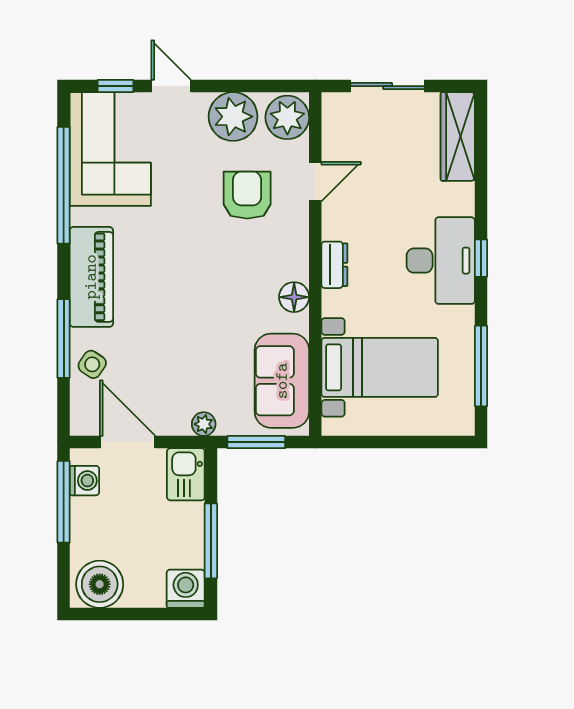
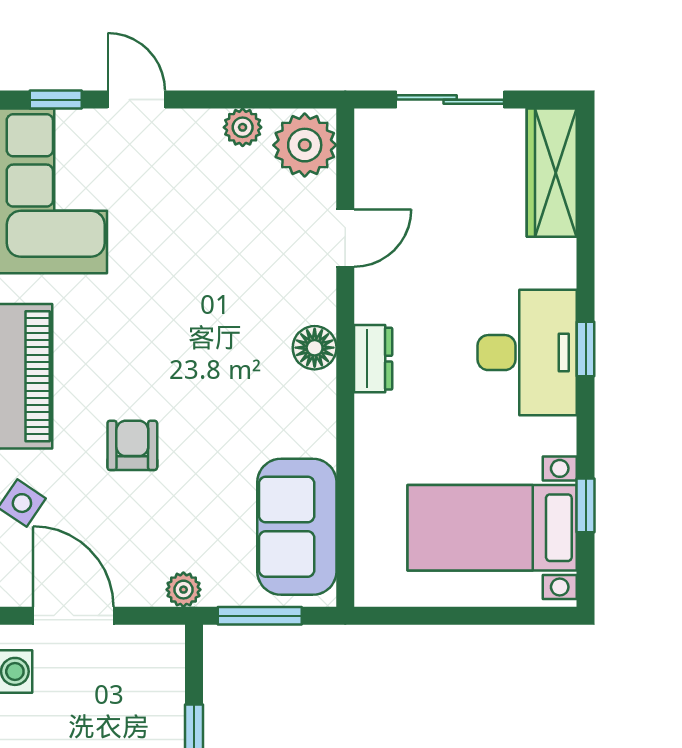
plant: (233, 117) -> (243, 127), width x0.53, depth x0.53
armchair: (247, 195) -> (132, 445), moved, width x0.72, depth x0.72
floor lamp: (294, 297) -> (315, 348), moved
window: (481, 366) -> (586, 505), width x0.46
bed with nightstands: (380, 367) -> (492, 528), moved, turned 180
kitchen sink: (186, 474) -> (158, 662), removed

